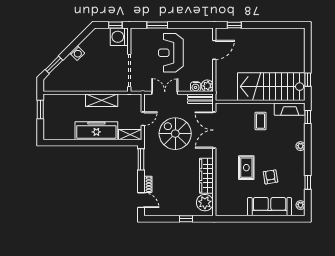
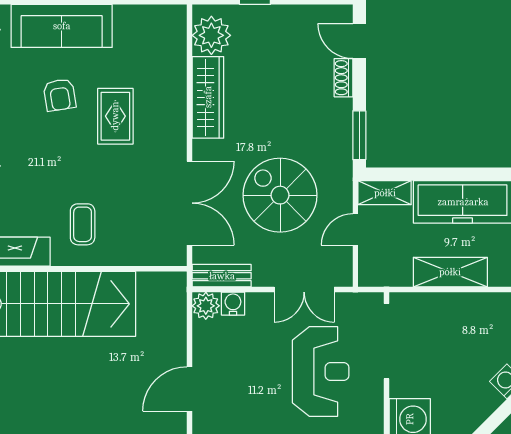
reception desk: (171, 53) -> (321, 372), moved
spiral stairs: (175, 134) -> (280, 195), turned 180

